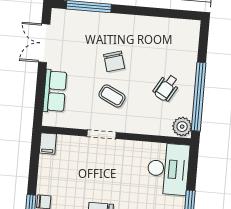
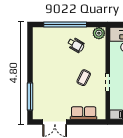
chair: (114, 61) -> (62, 78), removed
window: (199, 97) -> (65, 25), moved

